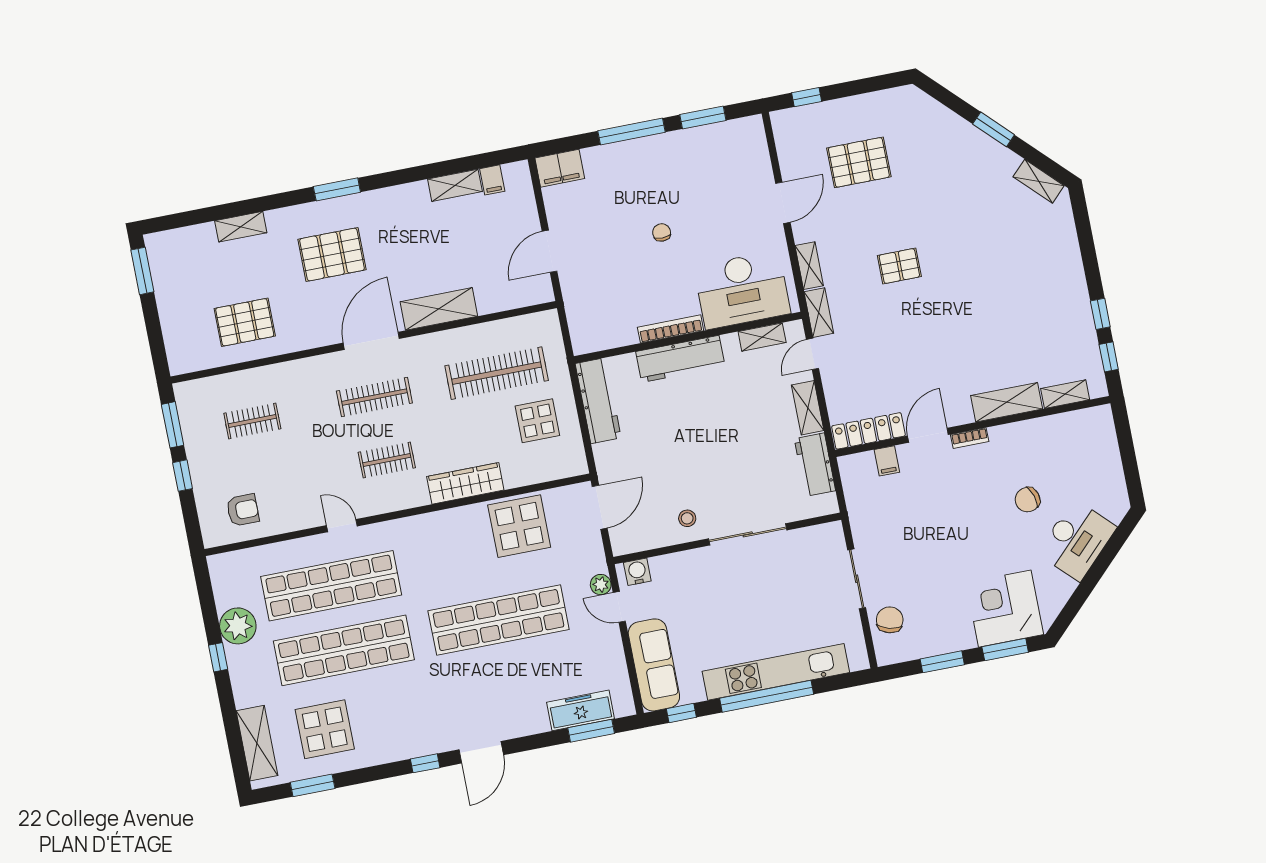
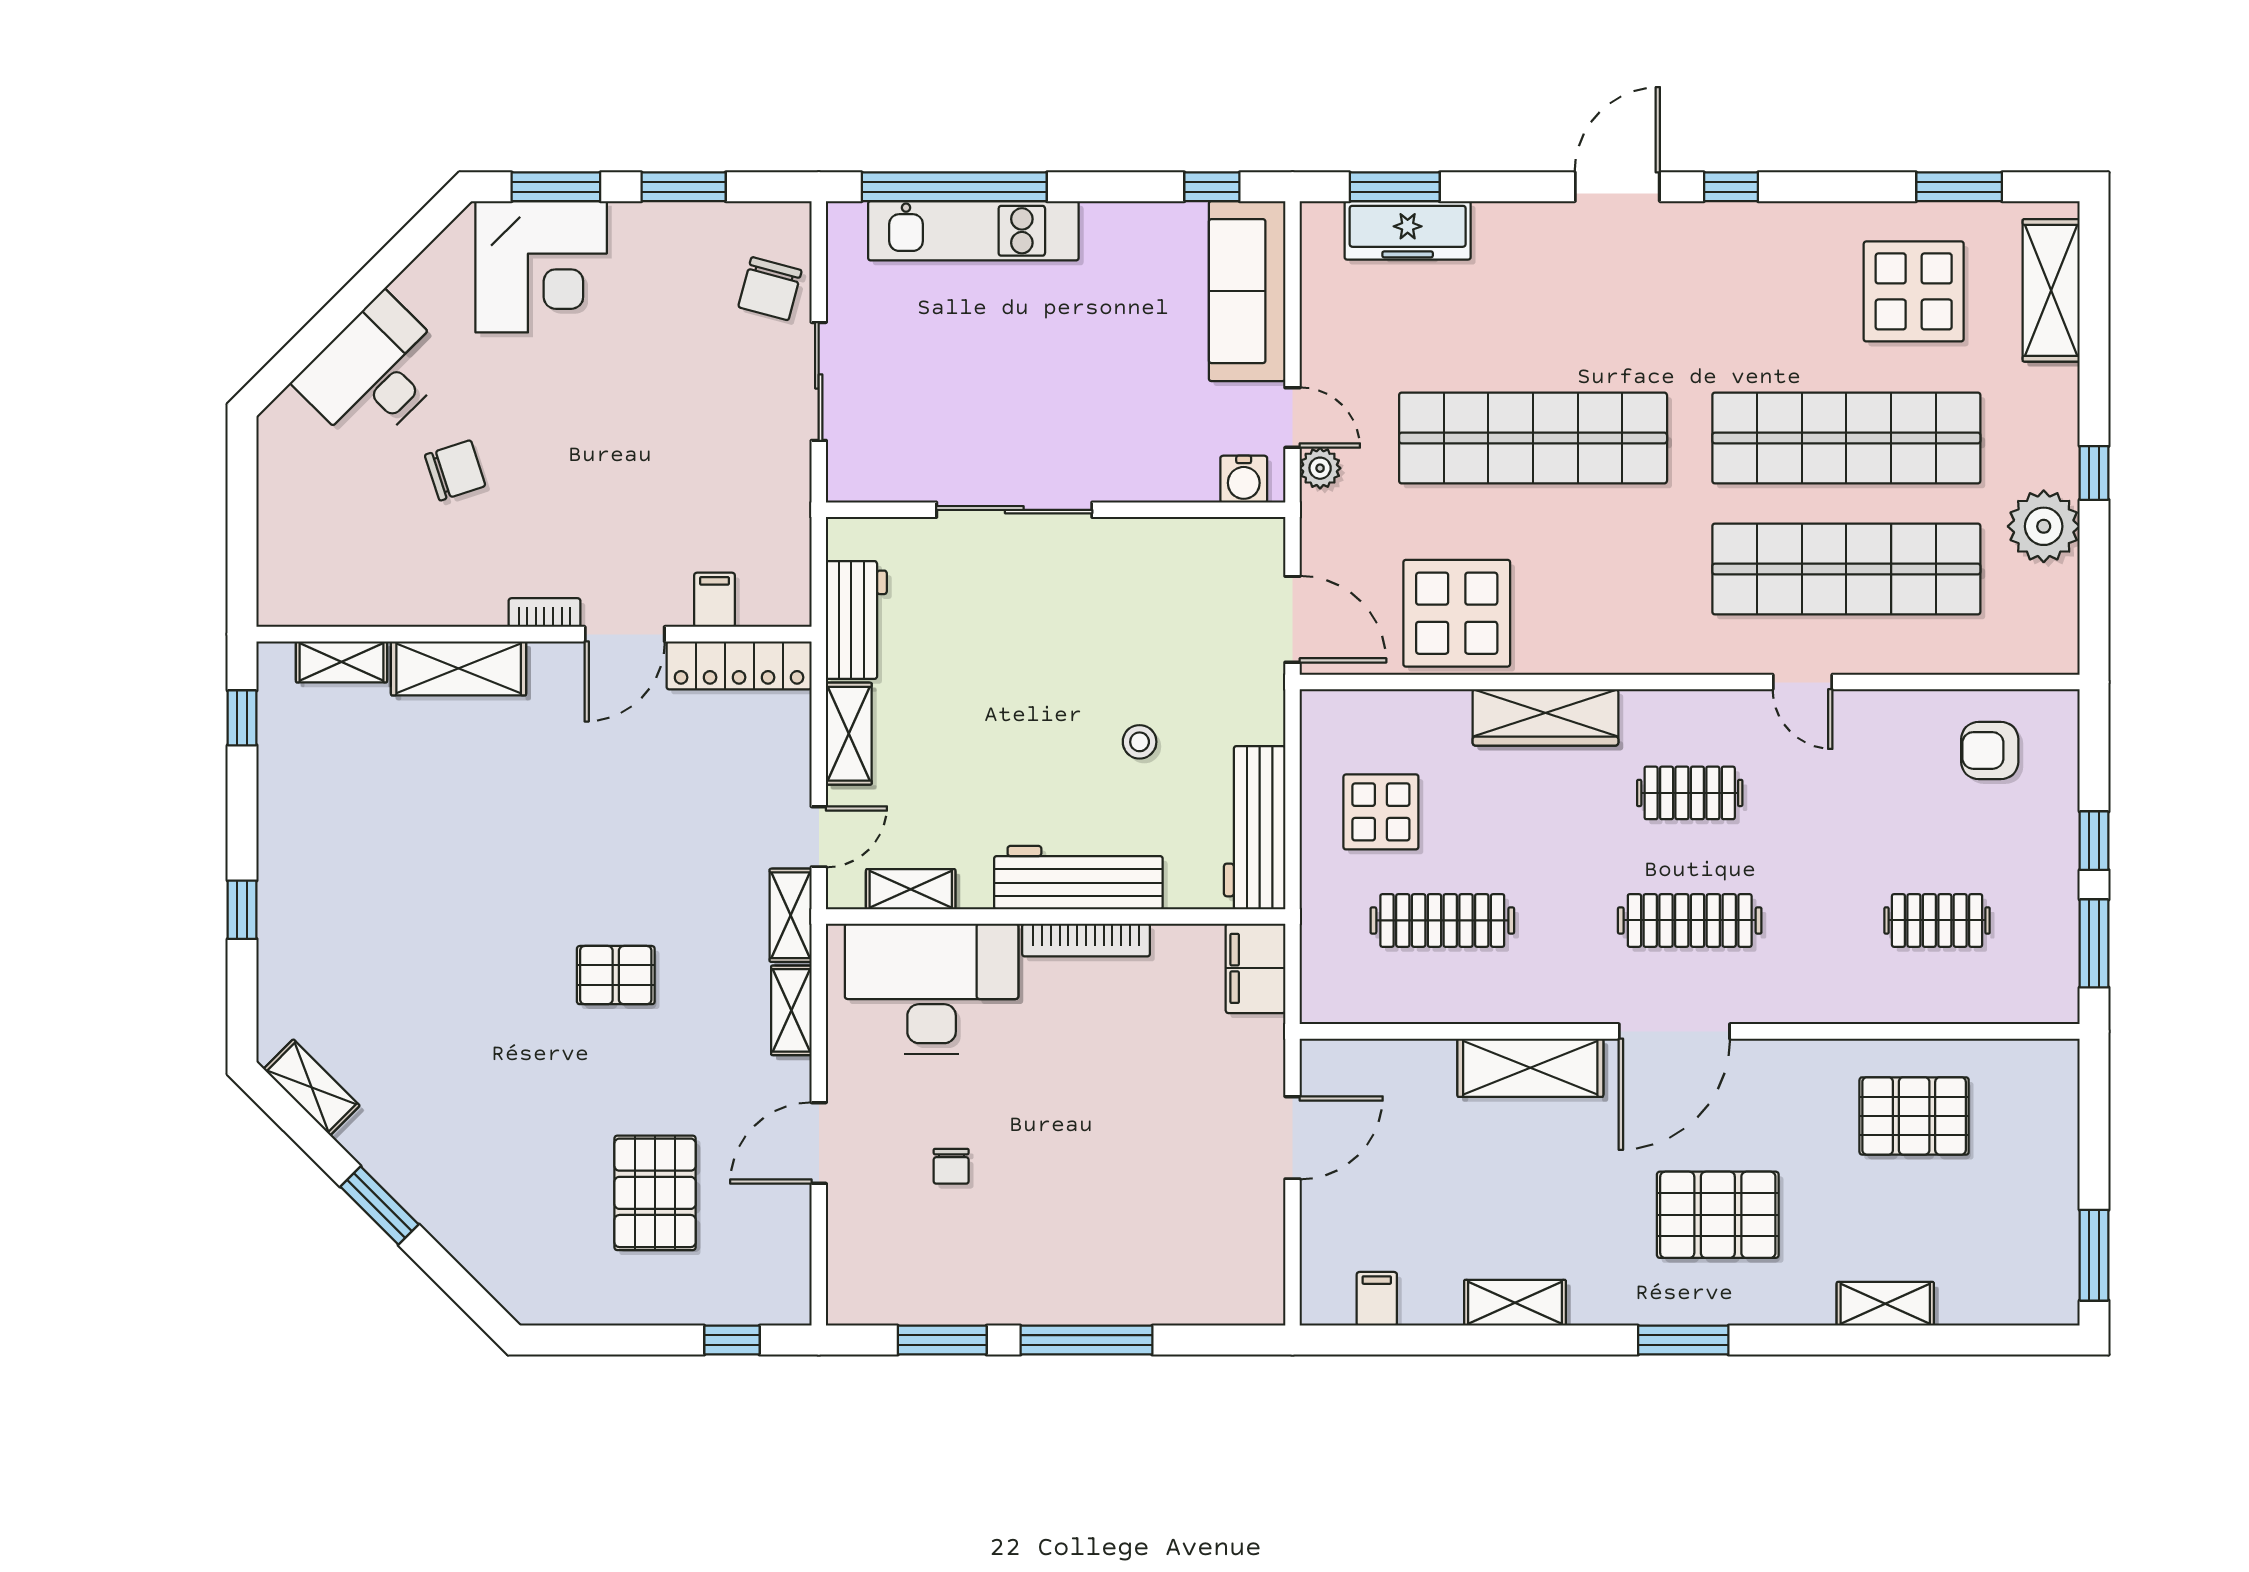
pallet: (859, 162) -> (655, 1193), turned 90
filing cabinet: (560, 168) -> (1256, 968), moved, turned -90
shelving: (455, 185) -> (1515, 1303), moved
chair: (662, 232) -> (951, 1166), moved
window: (1100, 314) -> (242, 910), moved
clothes rail: (497, 373) -> (1442, 920), width x0.73, depth x0.76
door: (600, 507) -> (1292, 619), swing flipped
stool: (687, 518) -> (1140, 742), moved
kitchen unit: (776, 672) -> (973, 231), width x0.73
window: (767, 696) -> (954, 187), moved

